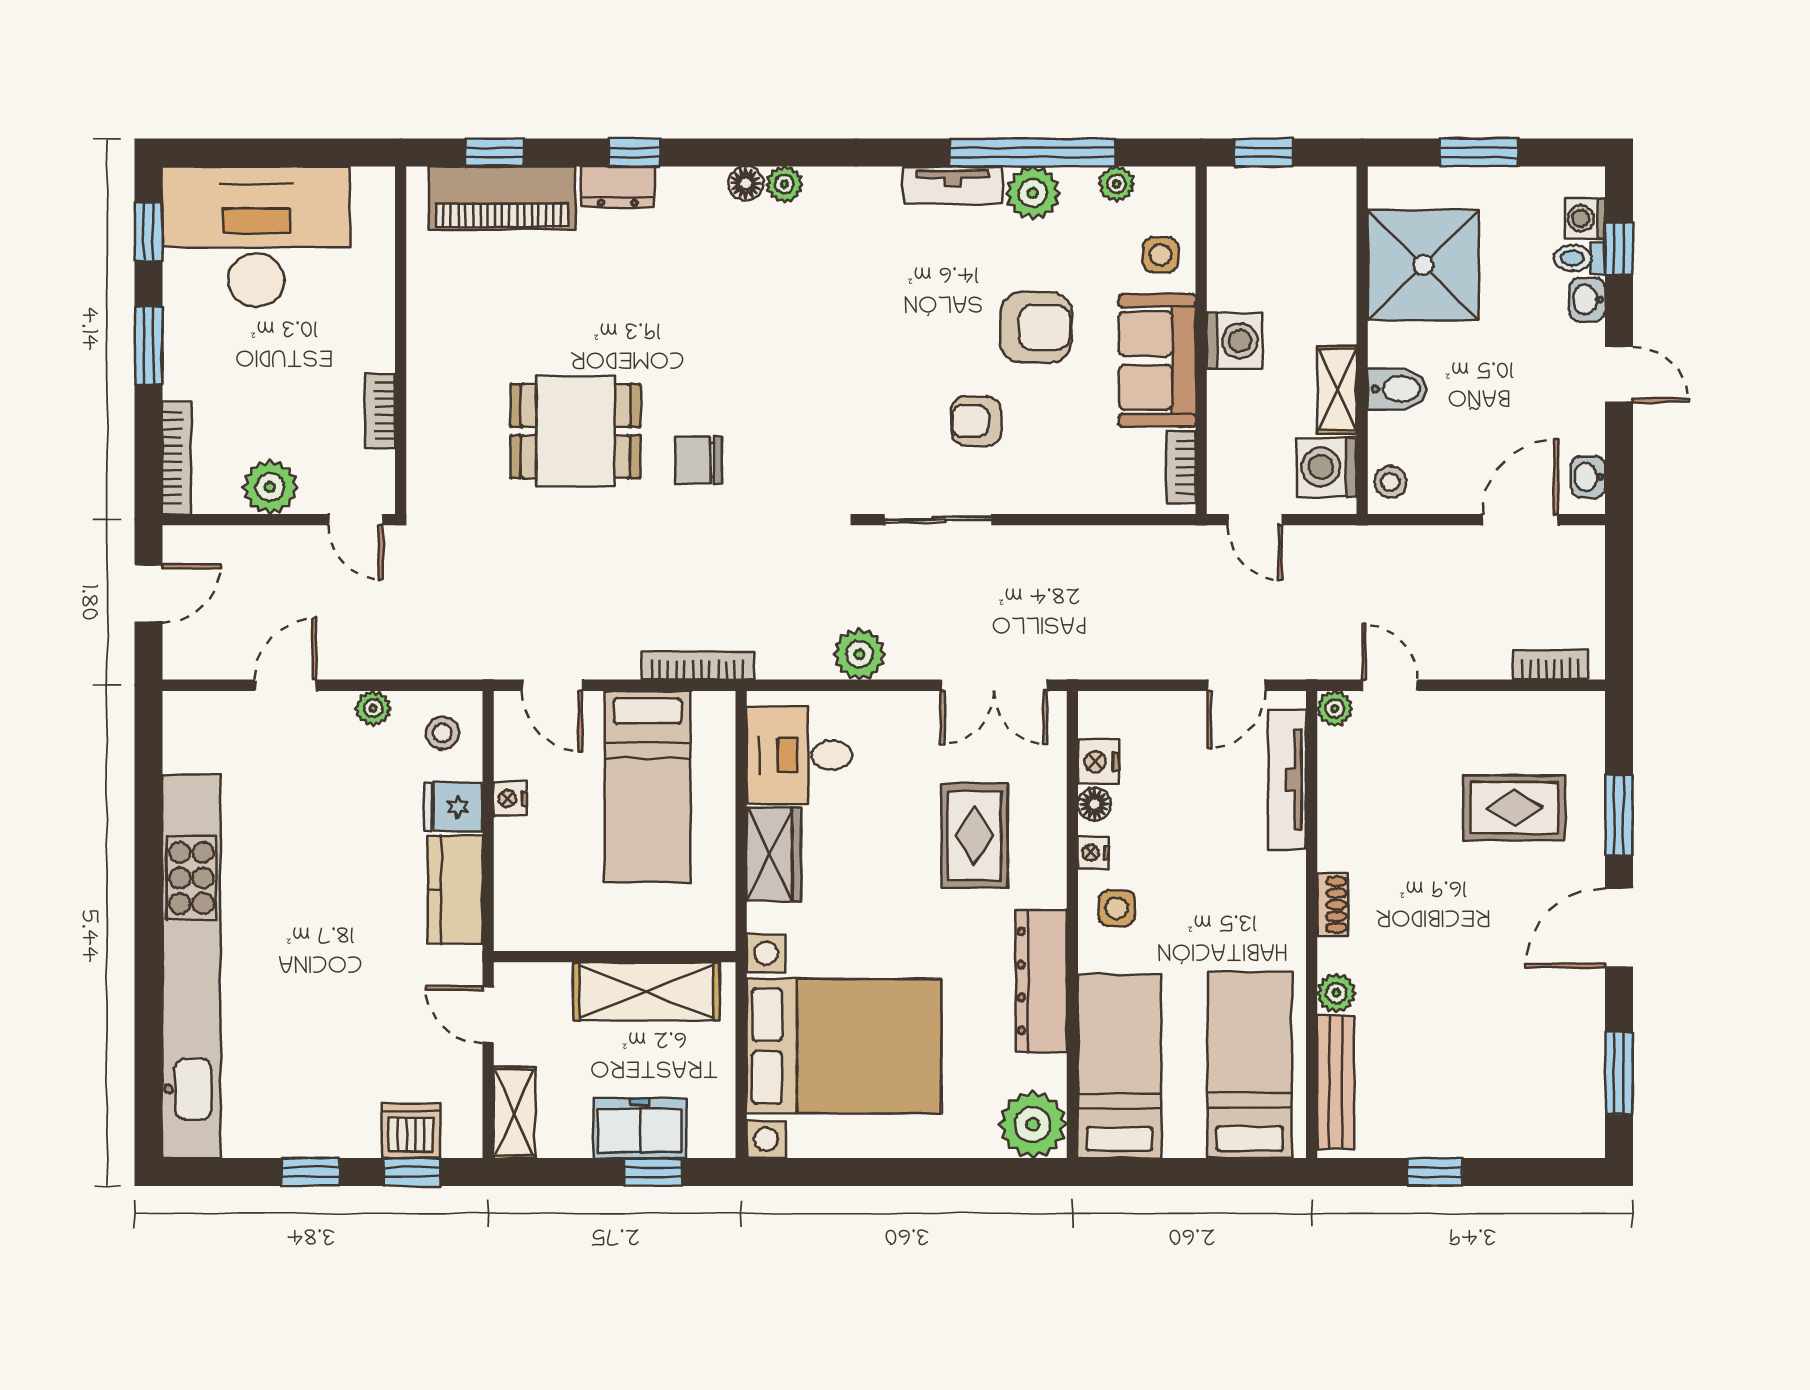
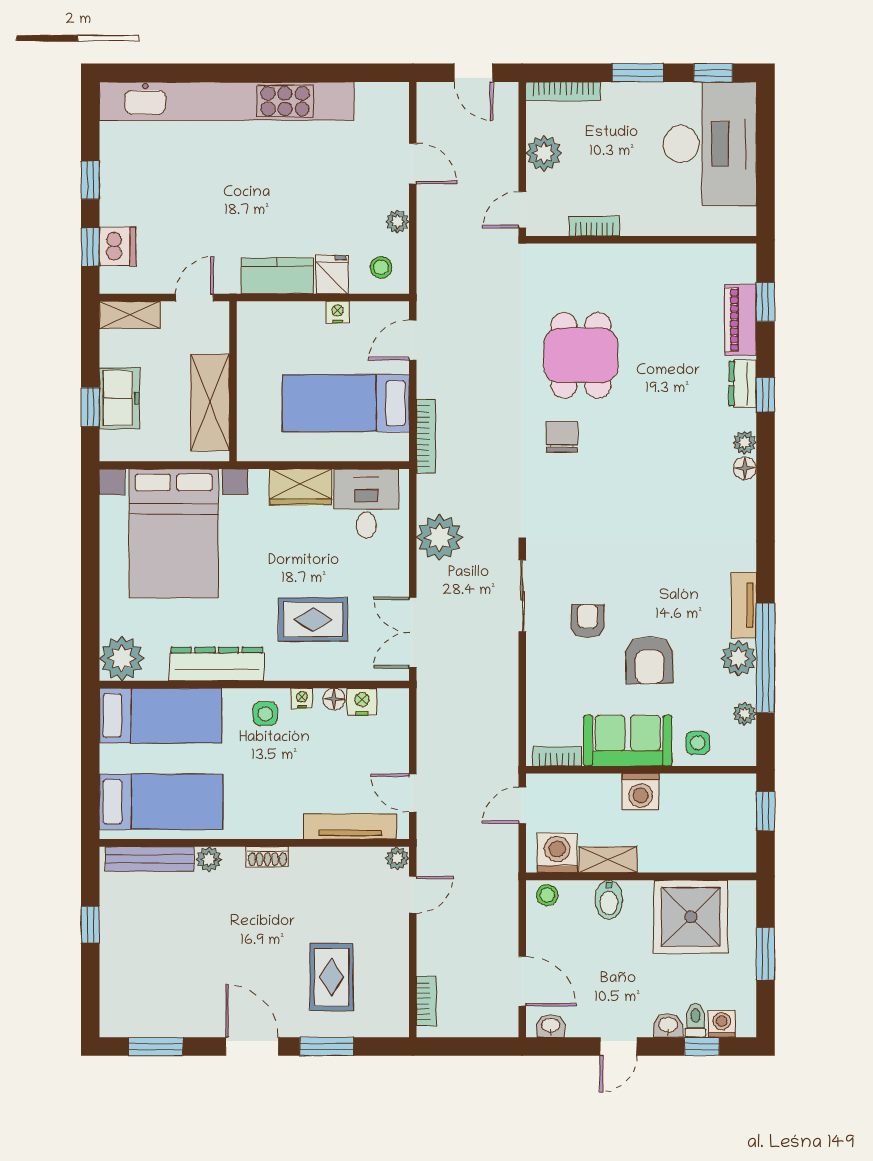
plant: (784, 184) -> (744, 443), moved
piano: (502, 198) -> (740, 320), width x0.73, depth x0.75
plant: (859, 654) -> (439, 537), width x1.36, depth x1.36

